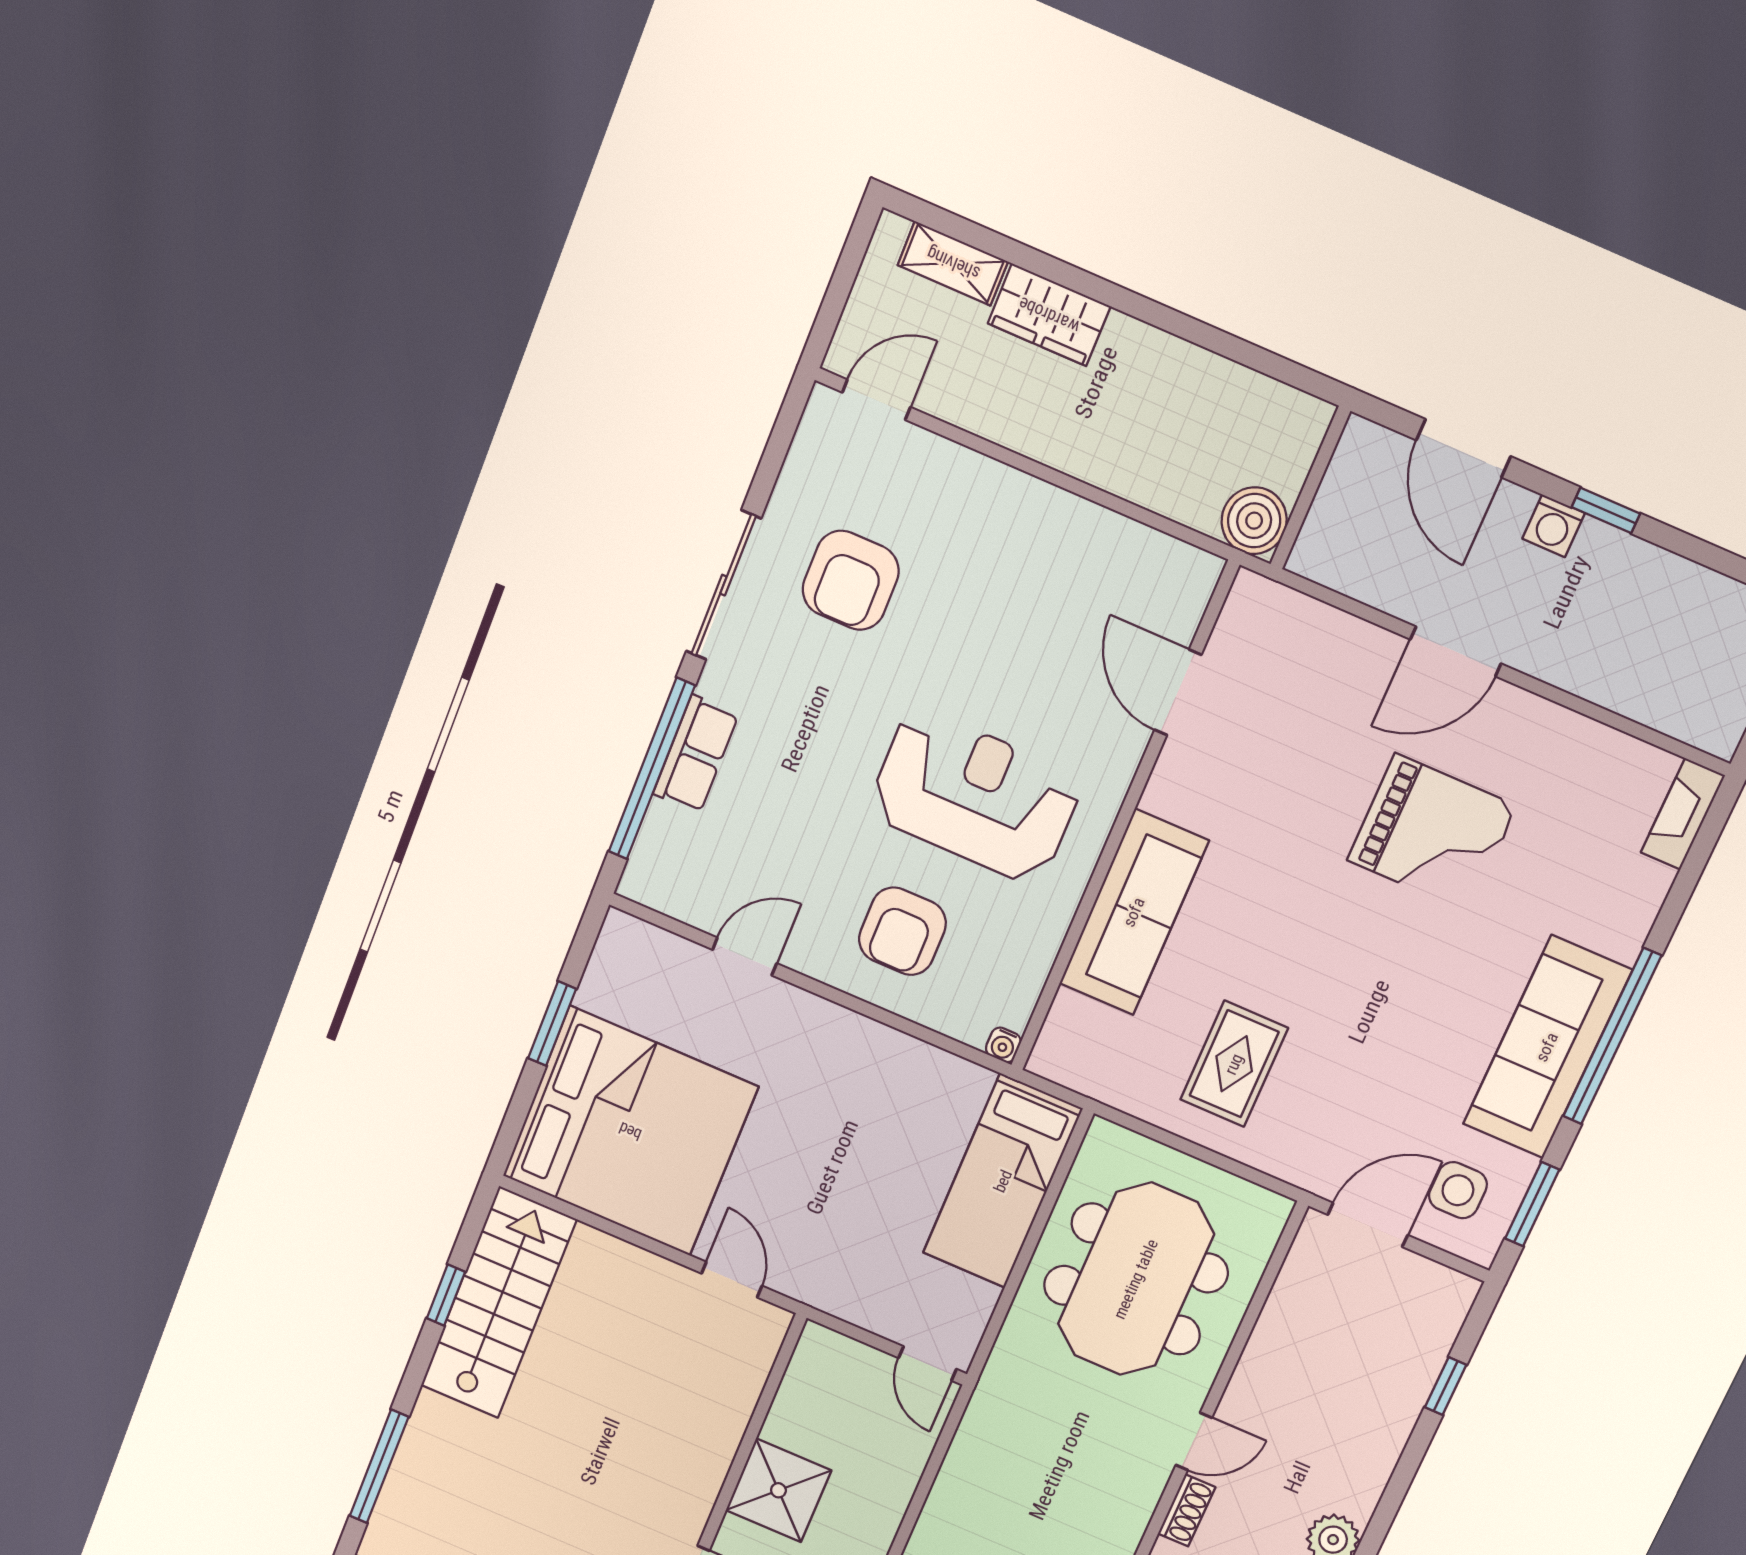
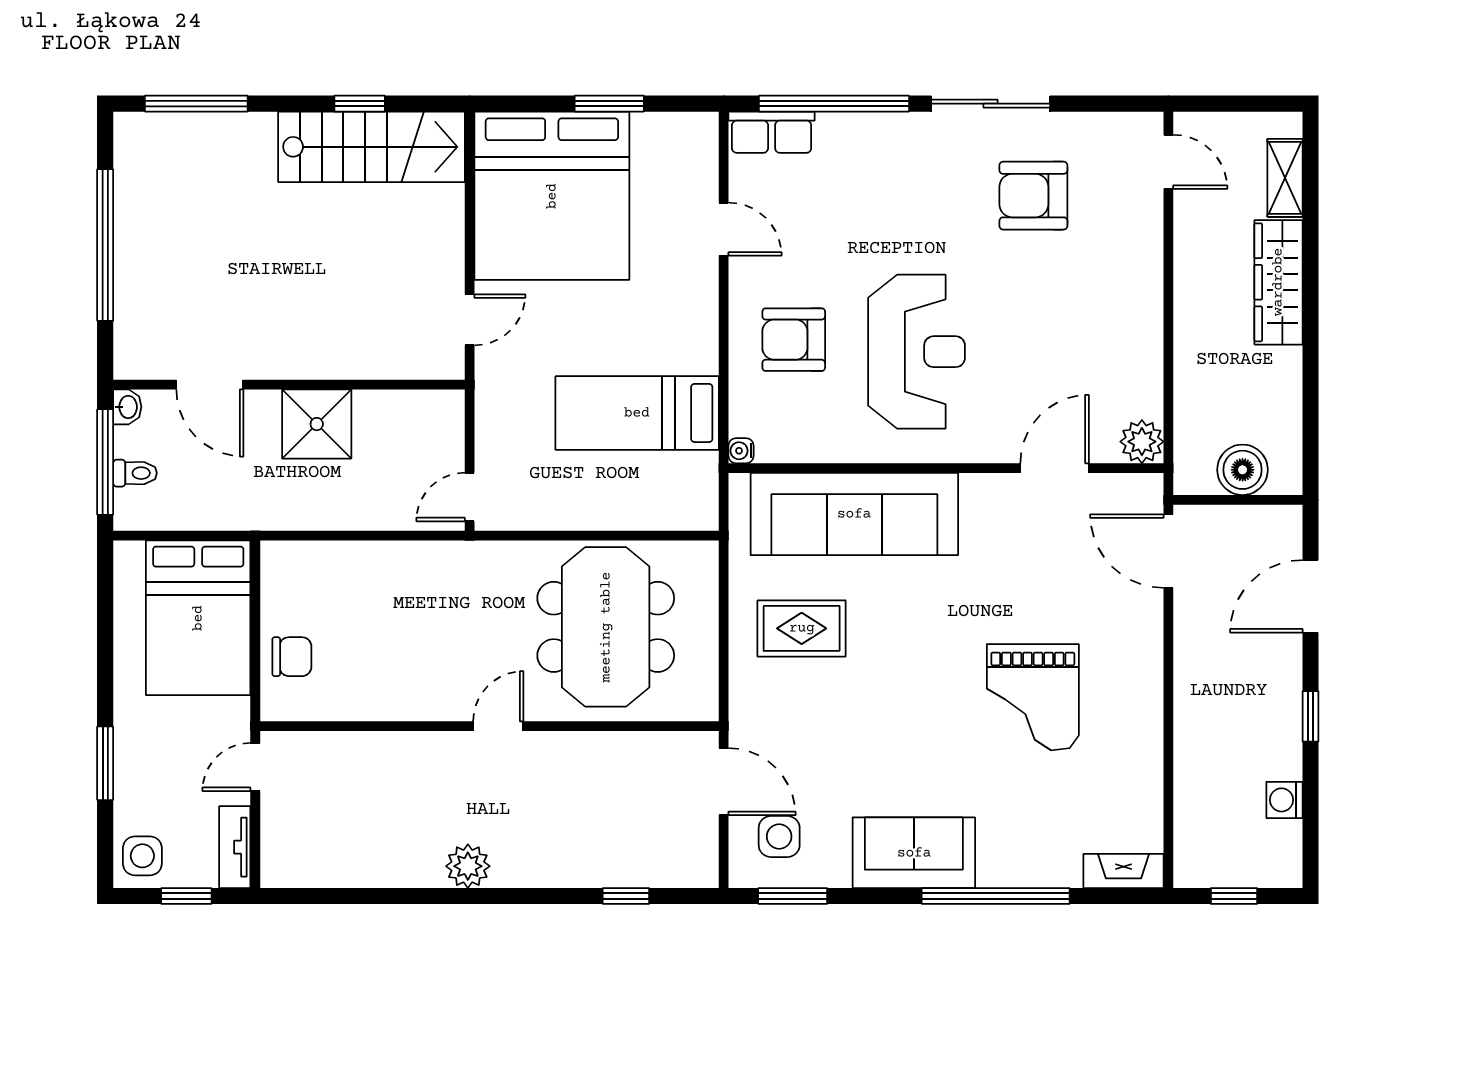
wardrobe: (1049, 315) -> (1278, 282), width x1.50
boiler: (1254, 521) -> (1243, 470), moved
washing machine: (1554, 526) -> (1284, 800), moved
plant: (1192, 575) -> (1142, 442), added
door: (1456, 651) -> (1168, 551), moved
row of seats: (696, 754) -> (772, 132), moved
sofa: (1134, 912) -> (854, 514), width x1.36, depth x1.27
window: (1612, 1036) -> (996, 896), moved
sofa: (1547, 1047) -> (914, 853), width x0.73
bed: (1003, 1181) -> (637, 413), moved
meeting table: (1136, 1279) -> (606, 627), turned 90
door: (1194, 1441) -> (498, 726), swing flipped
shoe rack: (1187, 1510) -> (441, 745), removed

